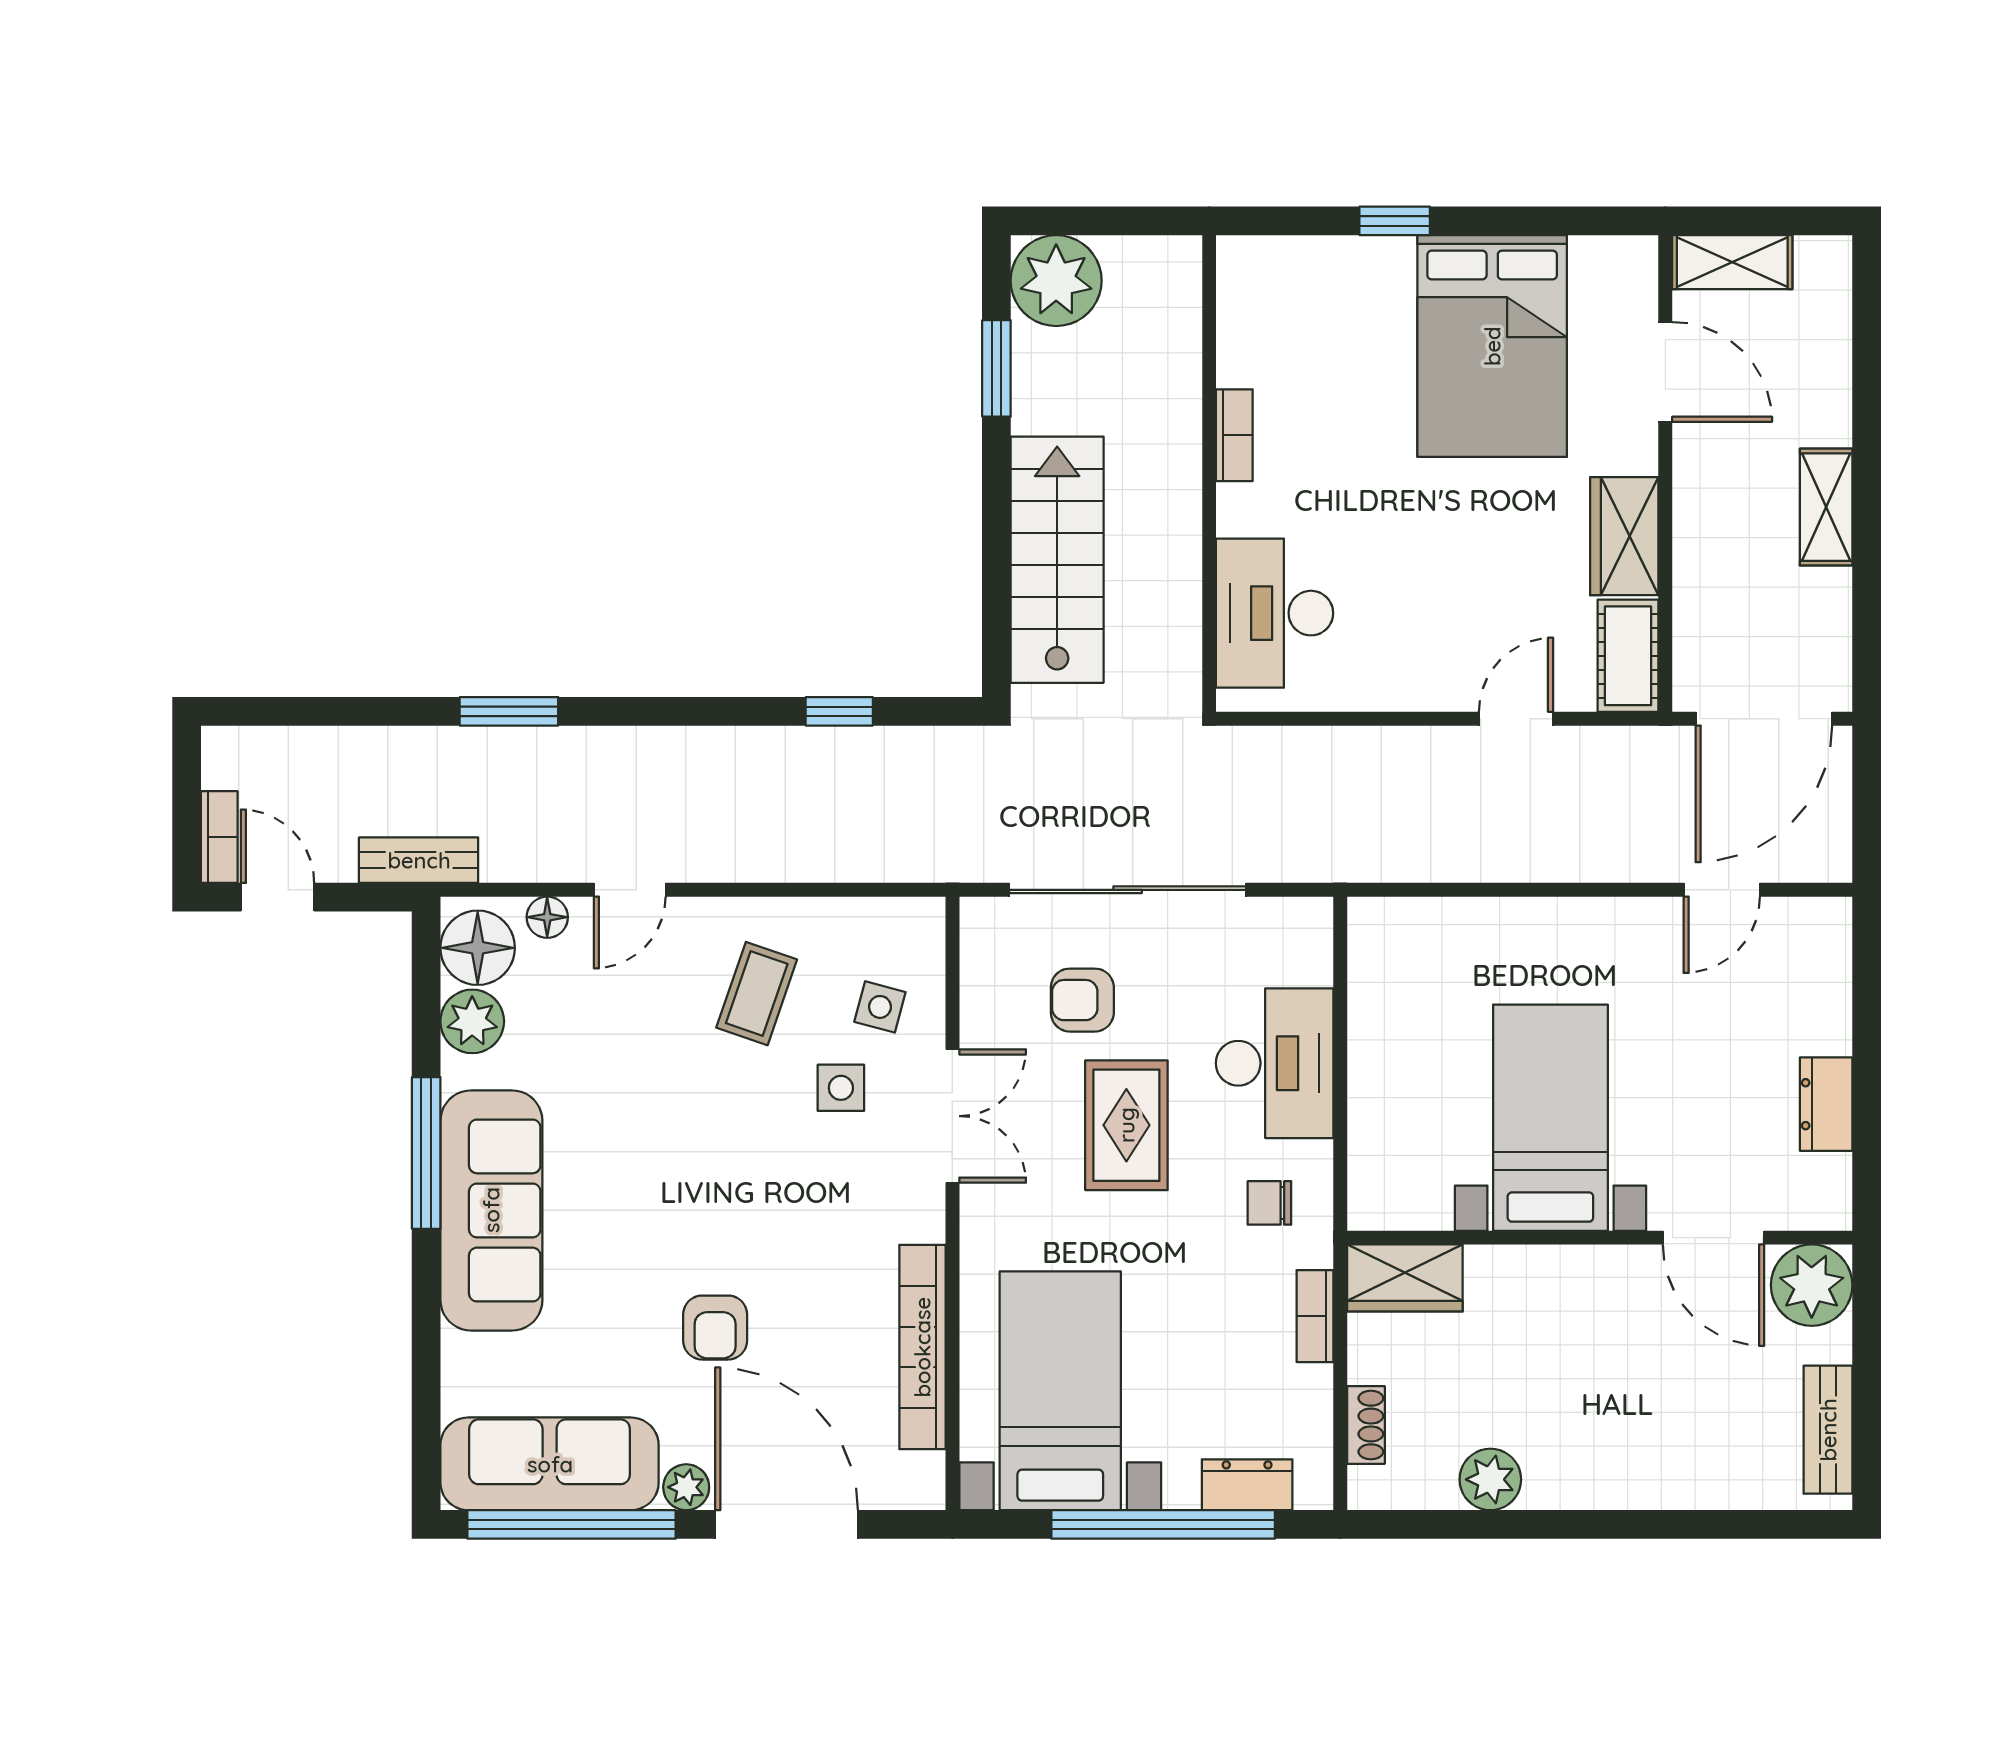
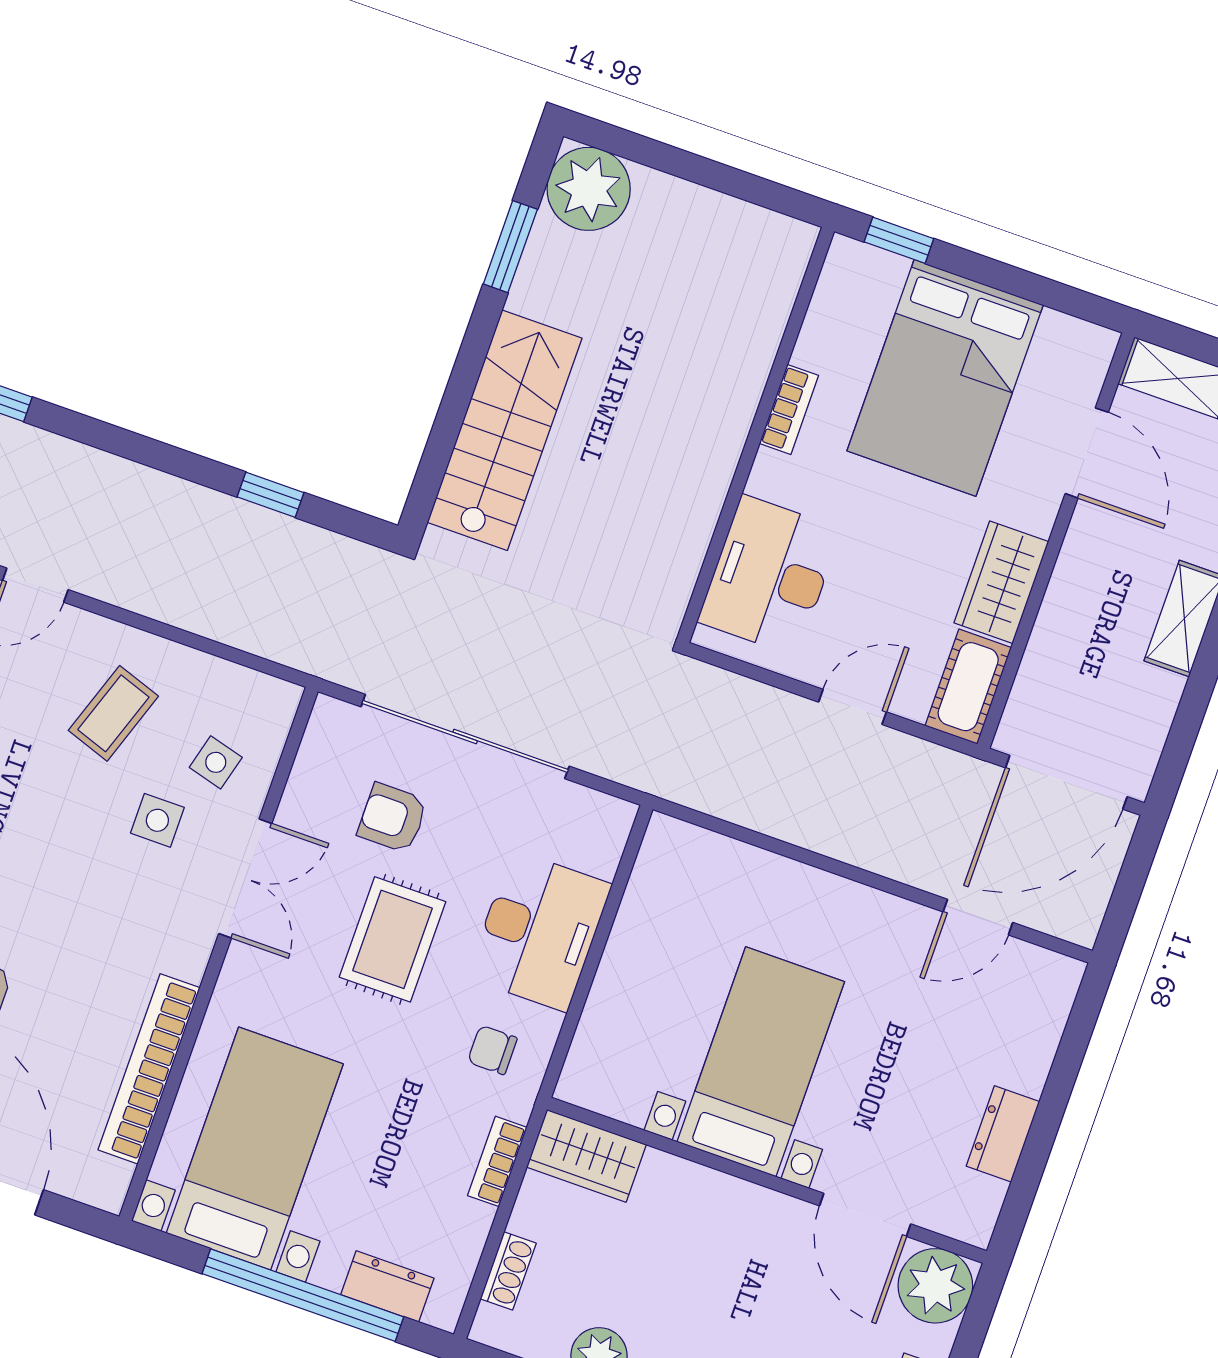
bookcase: (1234, 435) -> (789, 409), moved
wall: (1209, 473) -> (756, 435), moved
desk: (1275, 613) -> (770, 575), moved

